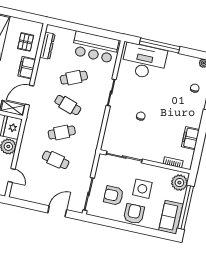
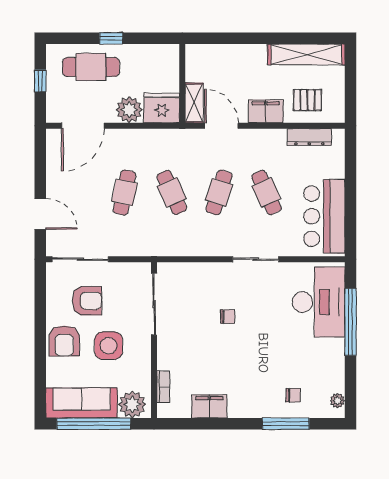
door: (12, 175) -> (83, 126), width x1.87
armchair: (114, 195) -> (87, 301), turned 90
armchair: (134, 214) -> (64, 341), turned 90
sofa: (171, 217) -> (82, 403), width x1.36

